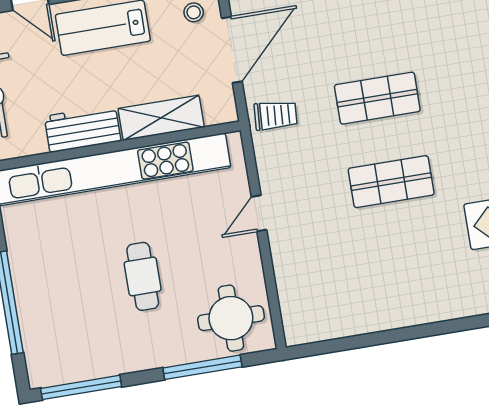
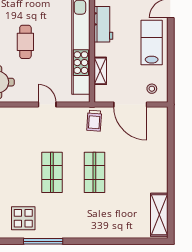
shelving: (161, 118) -> (100, 71), width x0.67, depth x0.75
cafe table: (143, 276) -> (25, 42), turned 90

